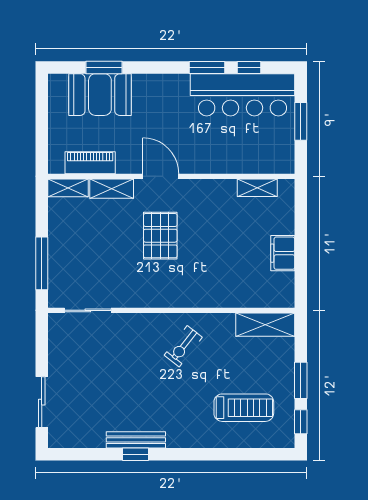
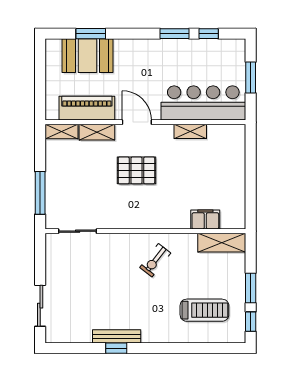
bar counter: (243, 95) -> (203, 103), moved, turned 180
piano: (90, 163) -> (87, 108), width x1.37, depth x1.33
shelving: (257, 188) -> (190, 131), moved
pallet: (160, 236) -> (136, 170), turned 90
filing cabinet: (283, 253) -> (205, 219), moved, turned 90

